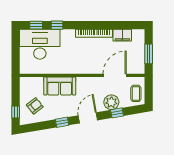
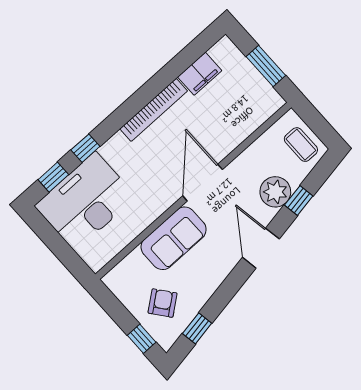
door: (115, 75) -> (203, 183), moved
window: (62, 122) -> (197, 328), moved

